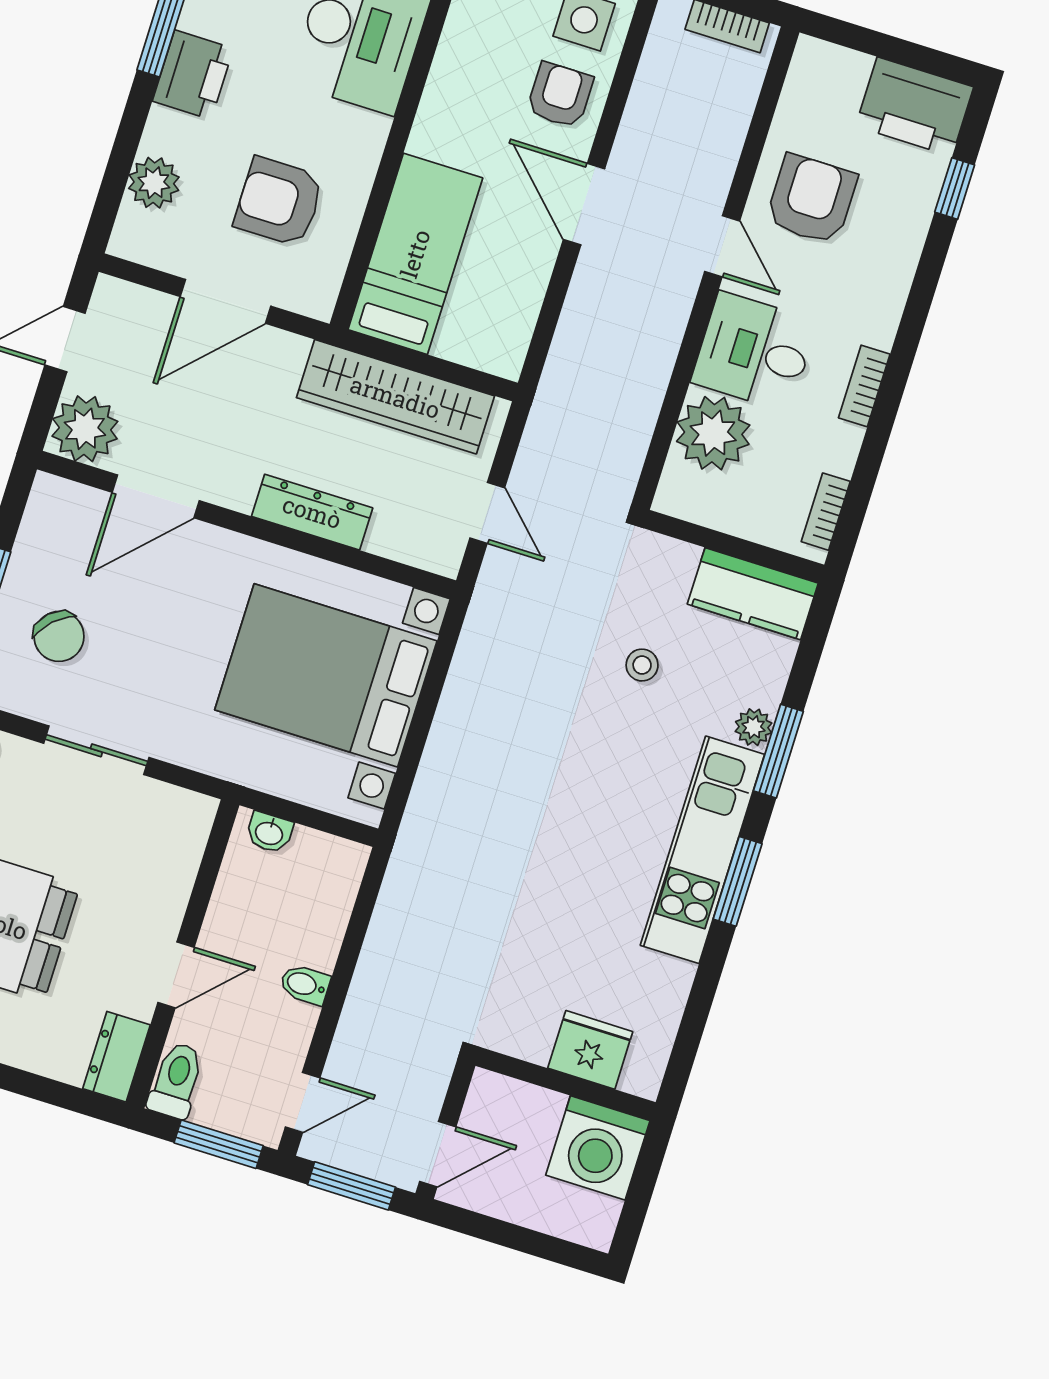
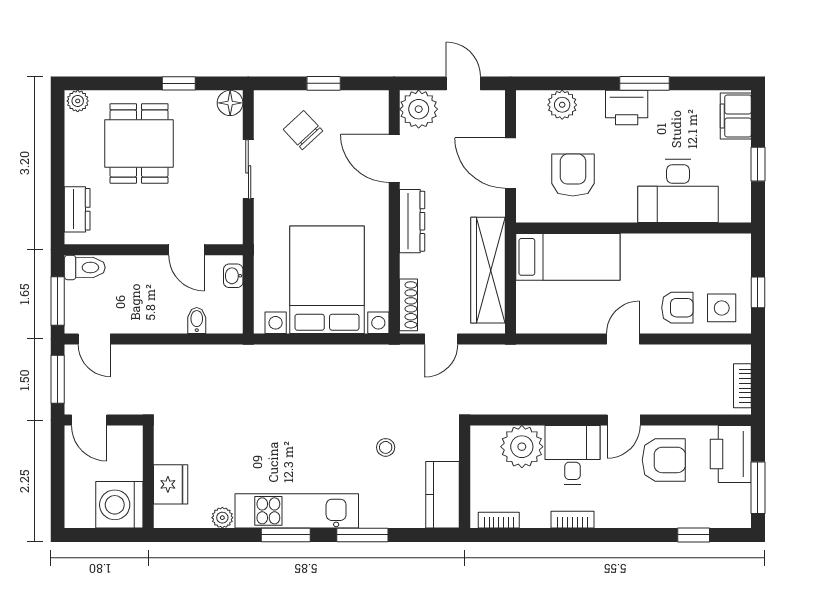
window: (909, 54) -> (758, 488), added
printer: (915, 107) -> (731, 454), moved
door: (584, 204) -> (623, 339), width x0.73
dresser: (312, 512) -> (412, 221), moved
shoe rack: (412, 550) -> (409, 305), added
chair: (59, 636) -> (303, 130), turned 91
plant: (754, 727) -> (222, 518), moved
door: (176, 975) -> (186, 250), moved
bidet: (305, 985) -> (197, 320), moved
dresser: (116, 1057) -> (77, 209), moved, turned 90

